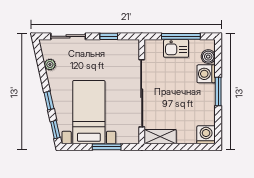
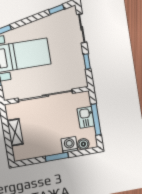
plant: (50, 65) -> (57, 17), removed
window: (49, 101) -> (56, 9), moved
washing machine: (206, 135) -> (20, 153), removed
shelving: (160, 137) -> (15, 132), moved

